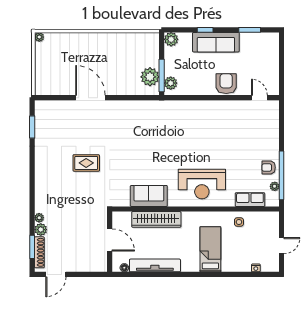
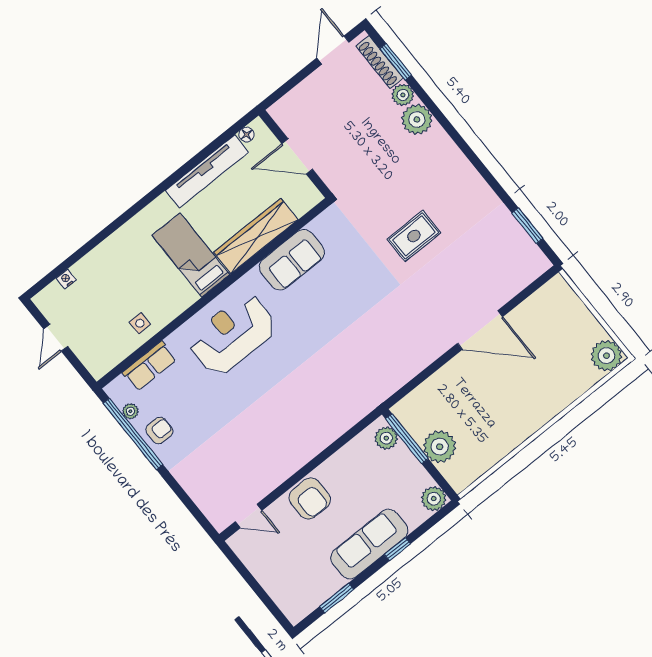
plant: (39, 37) -> (606, 356), width x1.87, depth x1.87
plant: (150, 77) -> (440, 447), moved
plant: (39, 218) -> (417, 119), width x1.88, depth x1.88
bed: (210, 249) -> (191, 255), moved, turned 180

